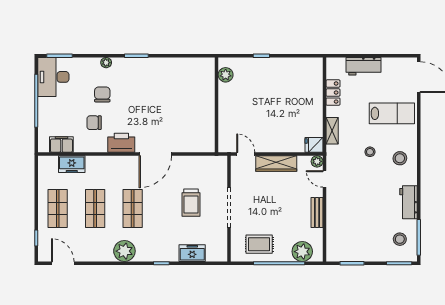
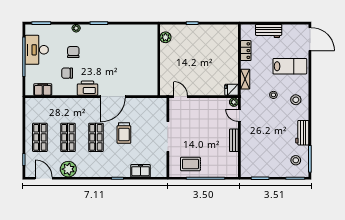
desk: (53, 77) -> (37, 50), moved
wardrobe: (276, 163) -> (203, 104), removed
freezer: (72, 164) -> (50, 104), removed
trolley: (191, 203) -> (124, 133), moved
plant: (124, 251) -> (68, 169), moved
plant: (302, 252) -> (223, 169), removed

